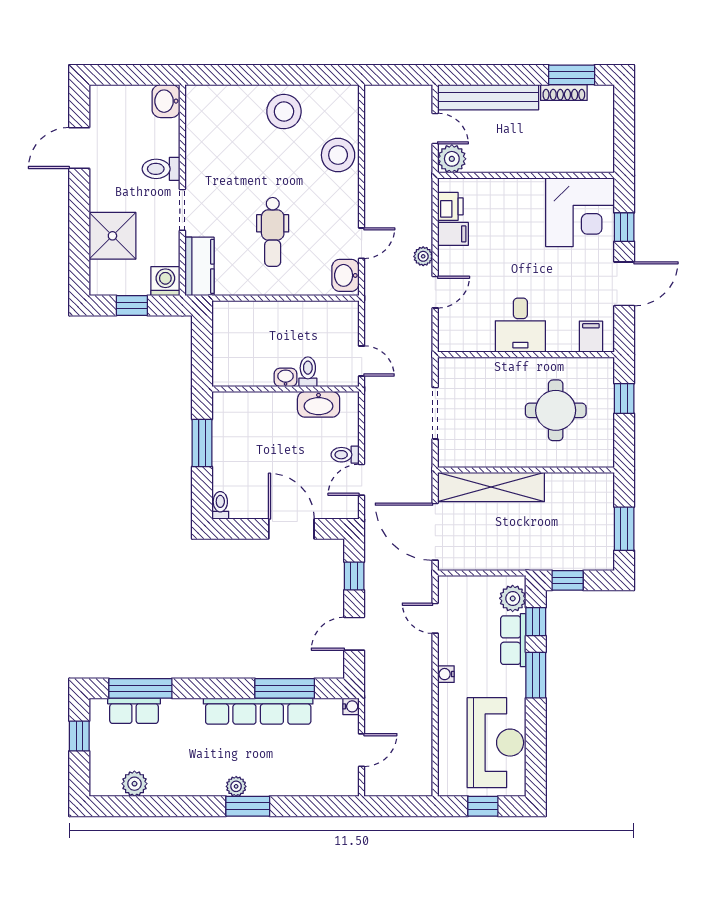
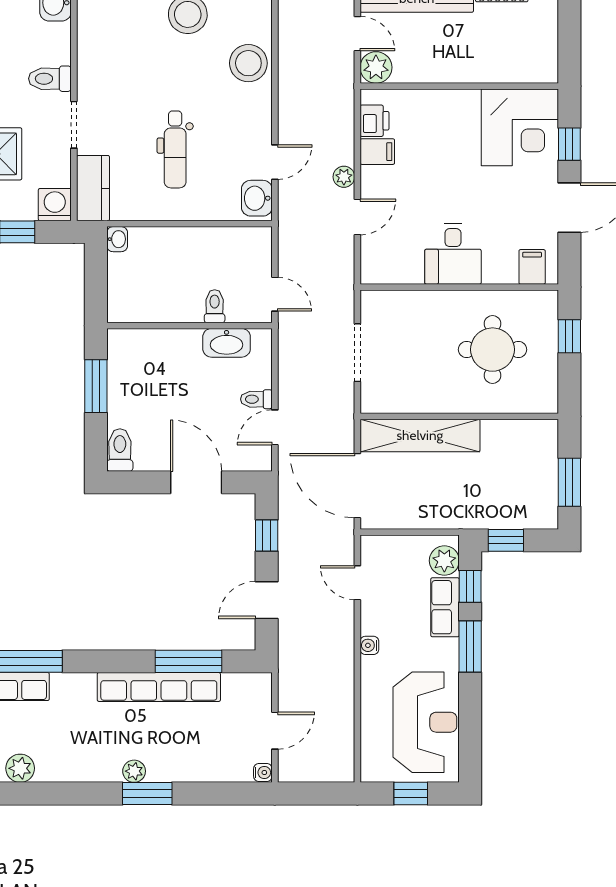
washbasin: (286, 377) -> (117, 239), moved, turned 90
toilet: (220, 505) -> (120, 450), width x1.37, depth x1.39
water cooler: (351, 706) -> (263, 773), moved

